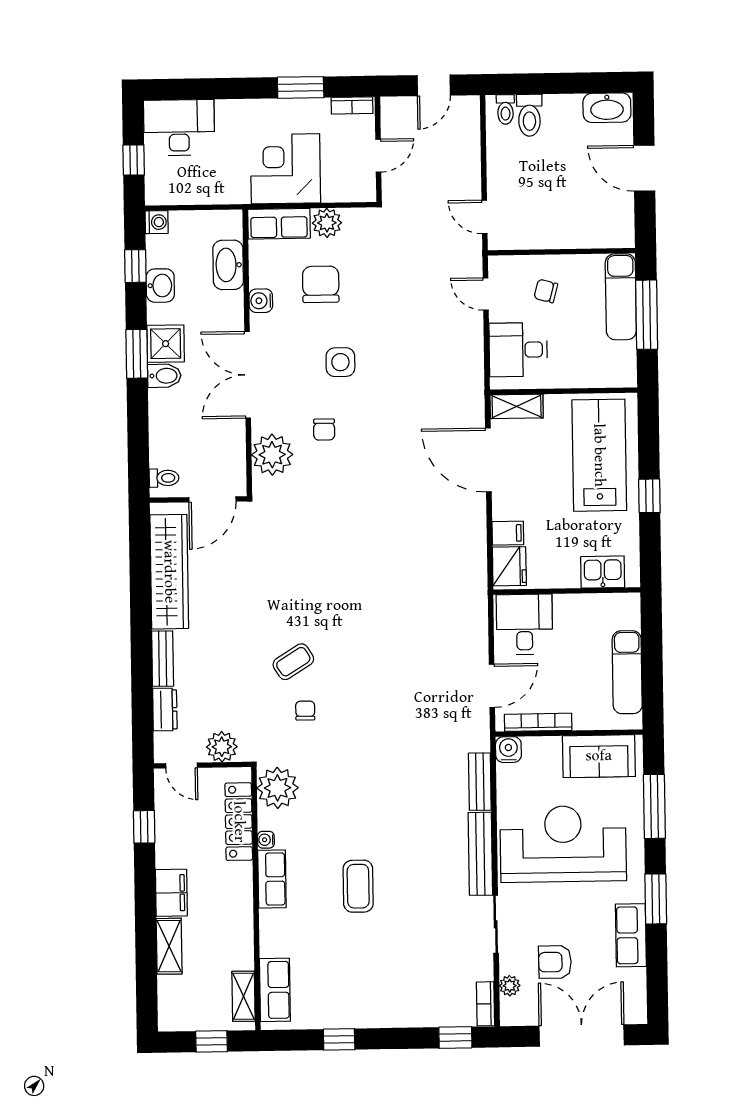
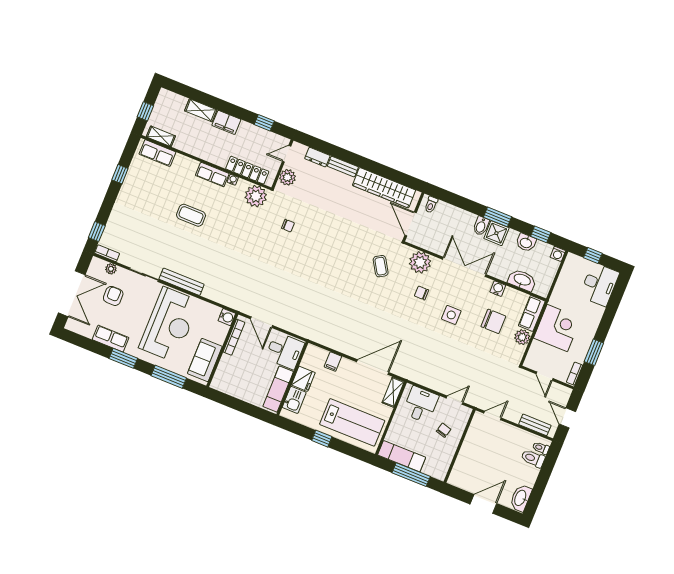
exam couch: (621, 297) -> (402, 456), moved
fridge: (509, 566) -> (303, 379), moved, turned -90
coffee table: (293, 662) -> (381, 266), moved
exam couch: (627, 672) -> (278, 389), moved, turned -90
bench: (480, 782) -> (535, 425), moved

